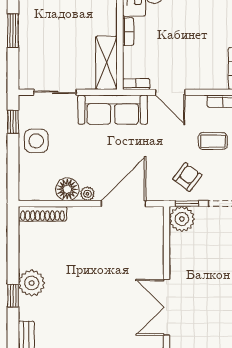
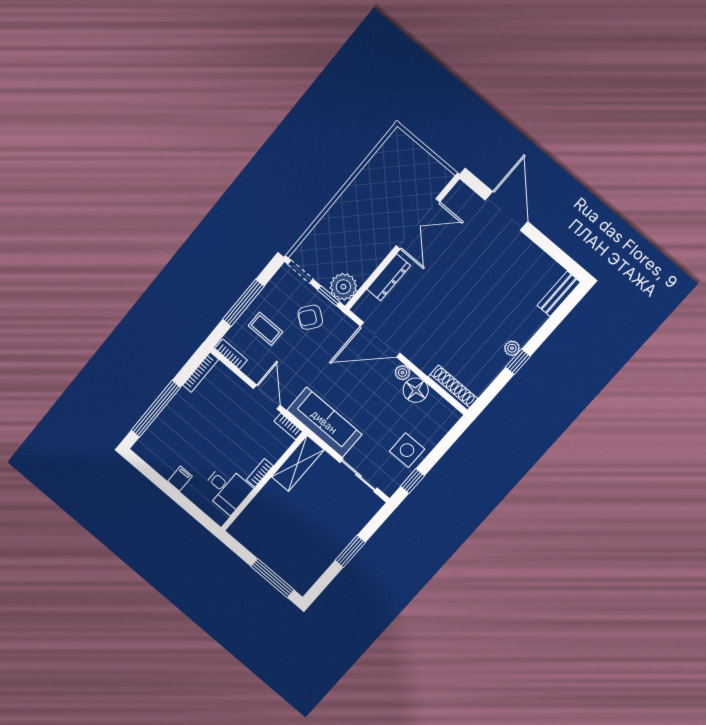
dresser: (155, 253) -> (388, 277), added
plant: (32, 283) -> (512, 348), width x0.53, depth x0.53
window: (13, 296) -> (518, 362), moved

